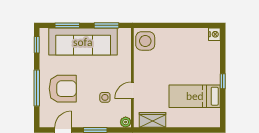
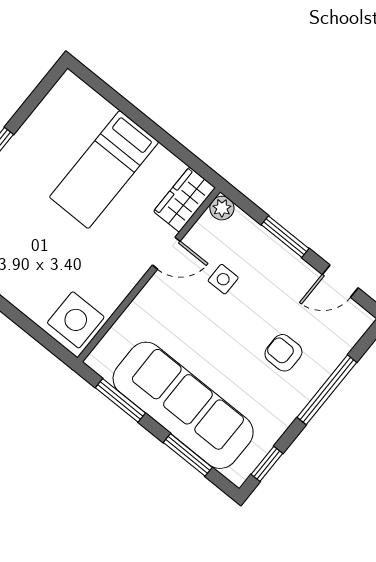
armchair: (63, 89) -> (283, 353), width x0.53, depth x0.53
bed: (195, 96) -> (104, 170), moved, turned 90
wardrobe: (153, 120) -> (184, 200), moved, turned 90

